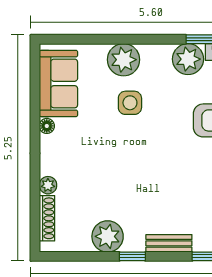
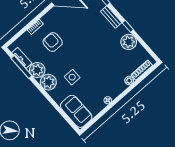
plant: (124, 60) -> (48, 82), moved
sofa: (58, 83) -> (76, 111), moved, turned 90

